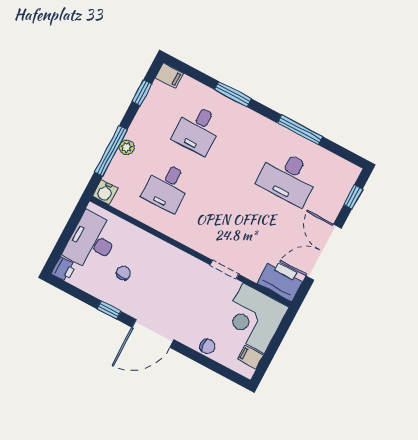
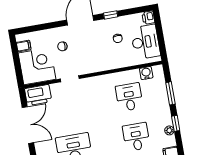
window: (142, 93) -> (176, 123), moved
plant: (127, 147) -> (169, 130), moved
window: (111, 151) -> (170, 93), width x0.69
water cooler: (105, 192) -> (146, 73), moved
chair: (207, 346) -> (62, 46), moved

